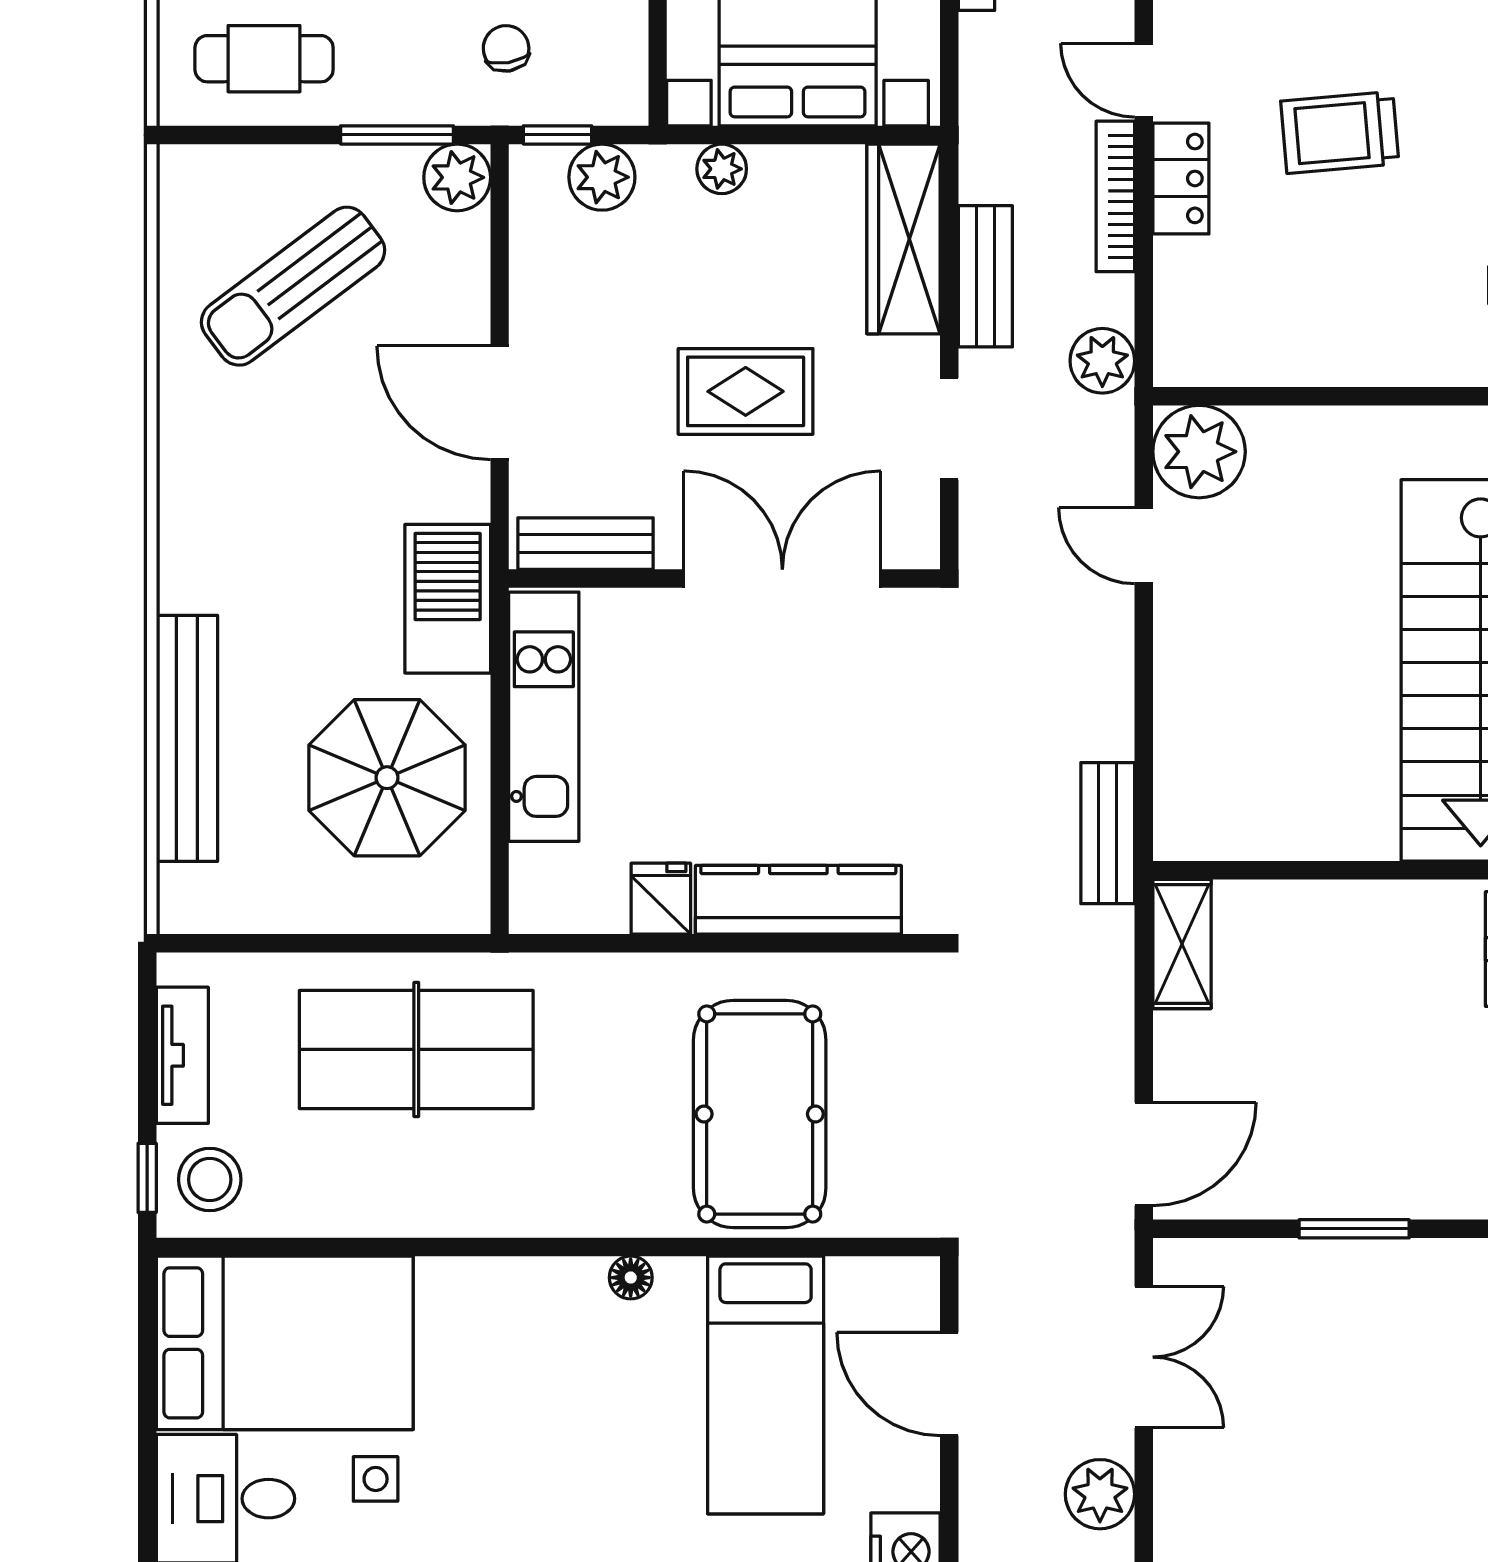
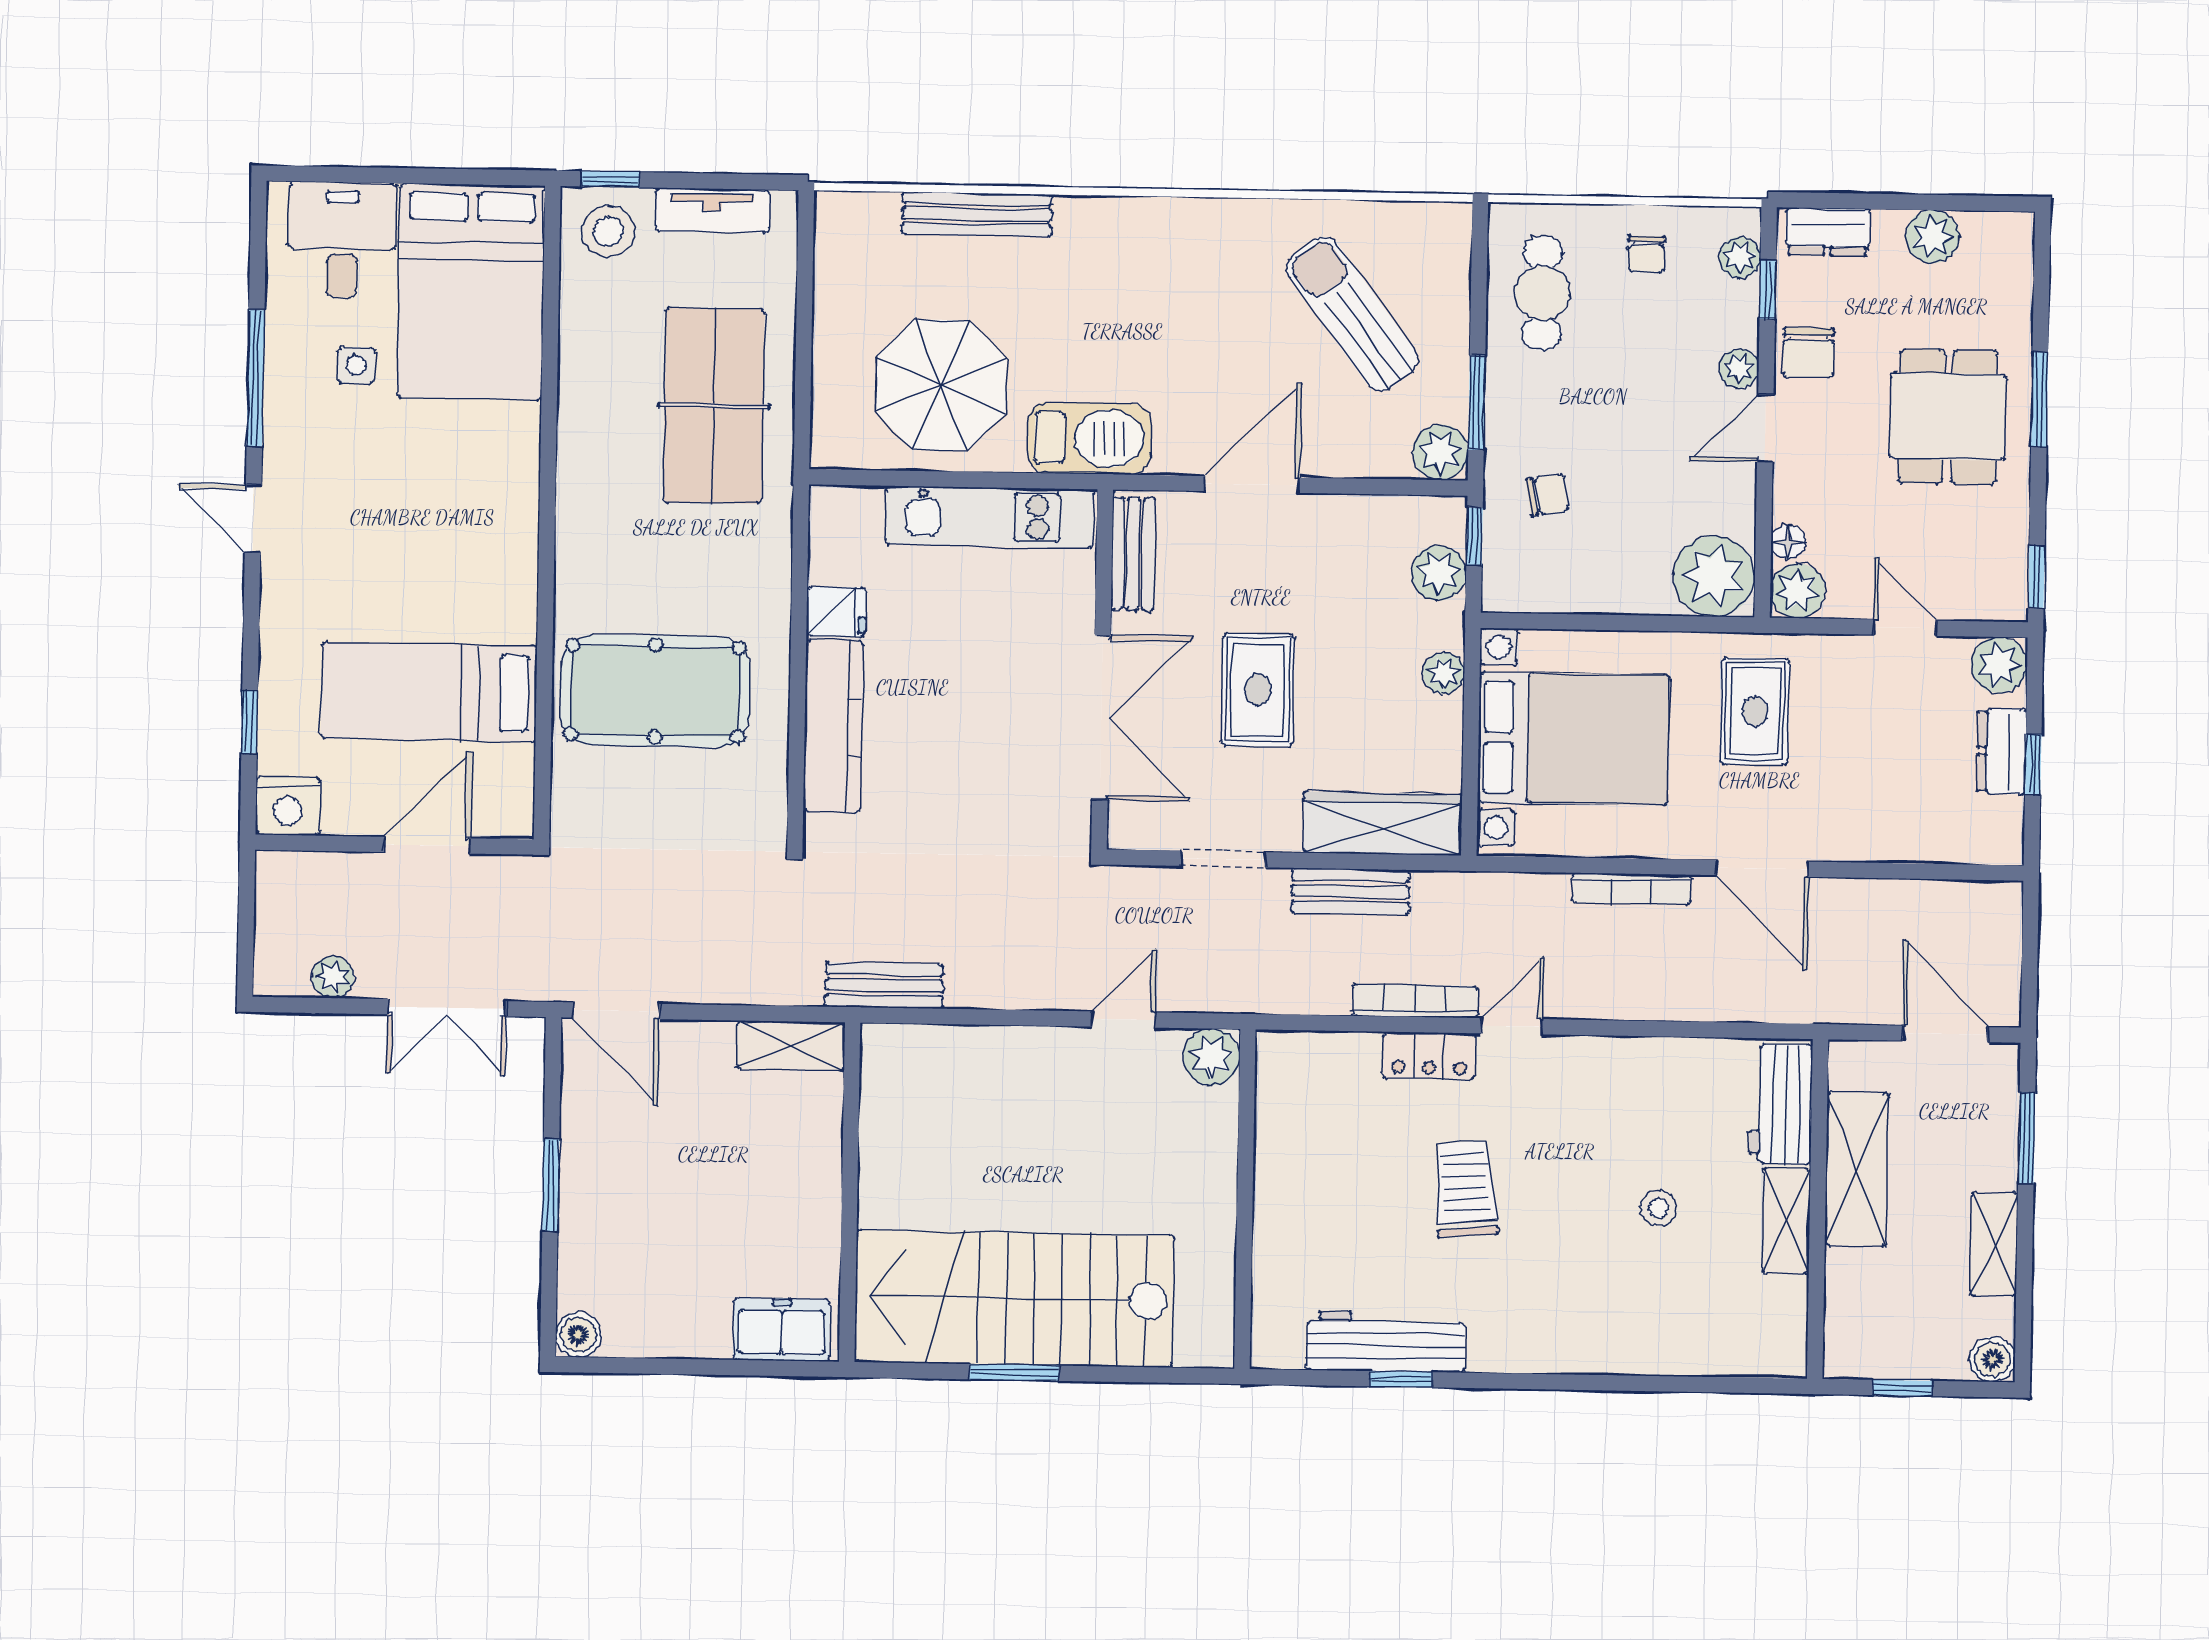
plant: (1102, 361) -> (1278, 988), removed
plant: (1199, 452) -> (1212, 1057), width x0.73, depth x0.73
bench: (187, 738) -> (977, 214), width x0.73, depth x0.82
floor lamp: (631, 1278) -> (521, 581), removed
plant: (1100, 1494) -> (333, 977), width x0.73, depth x0.73

